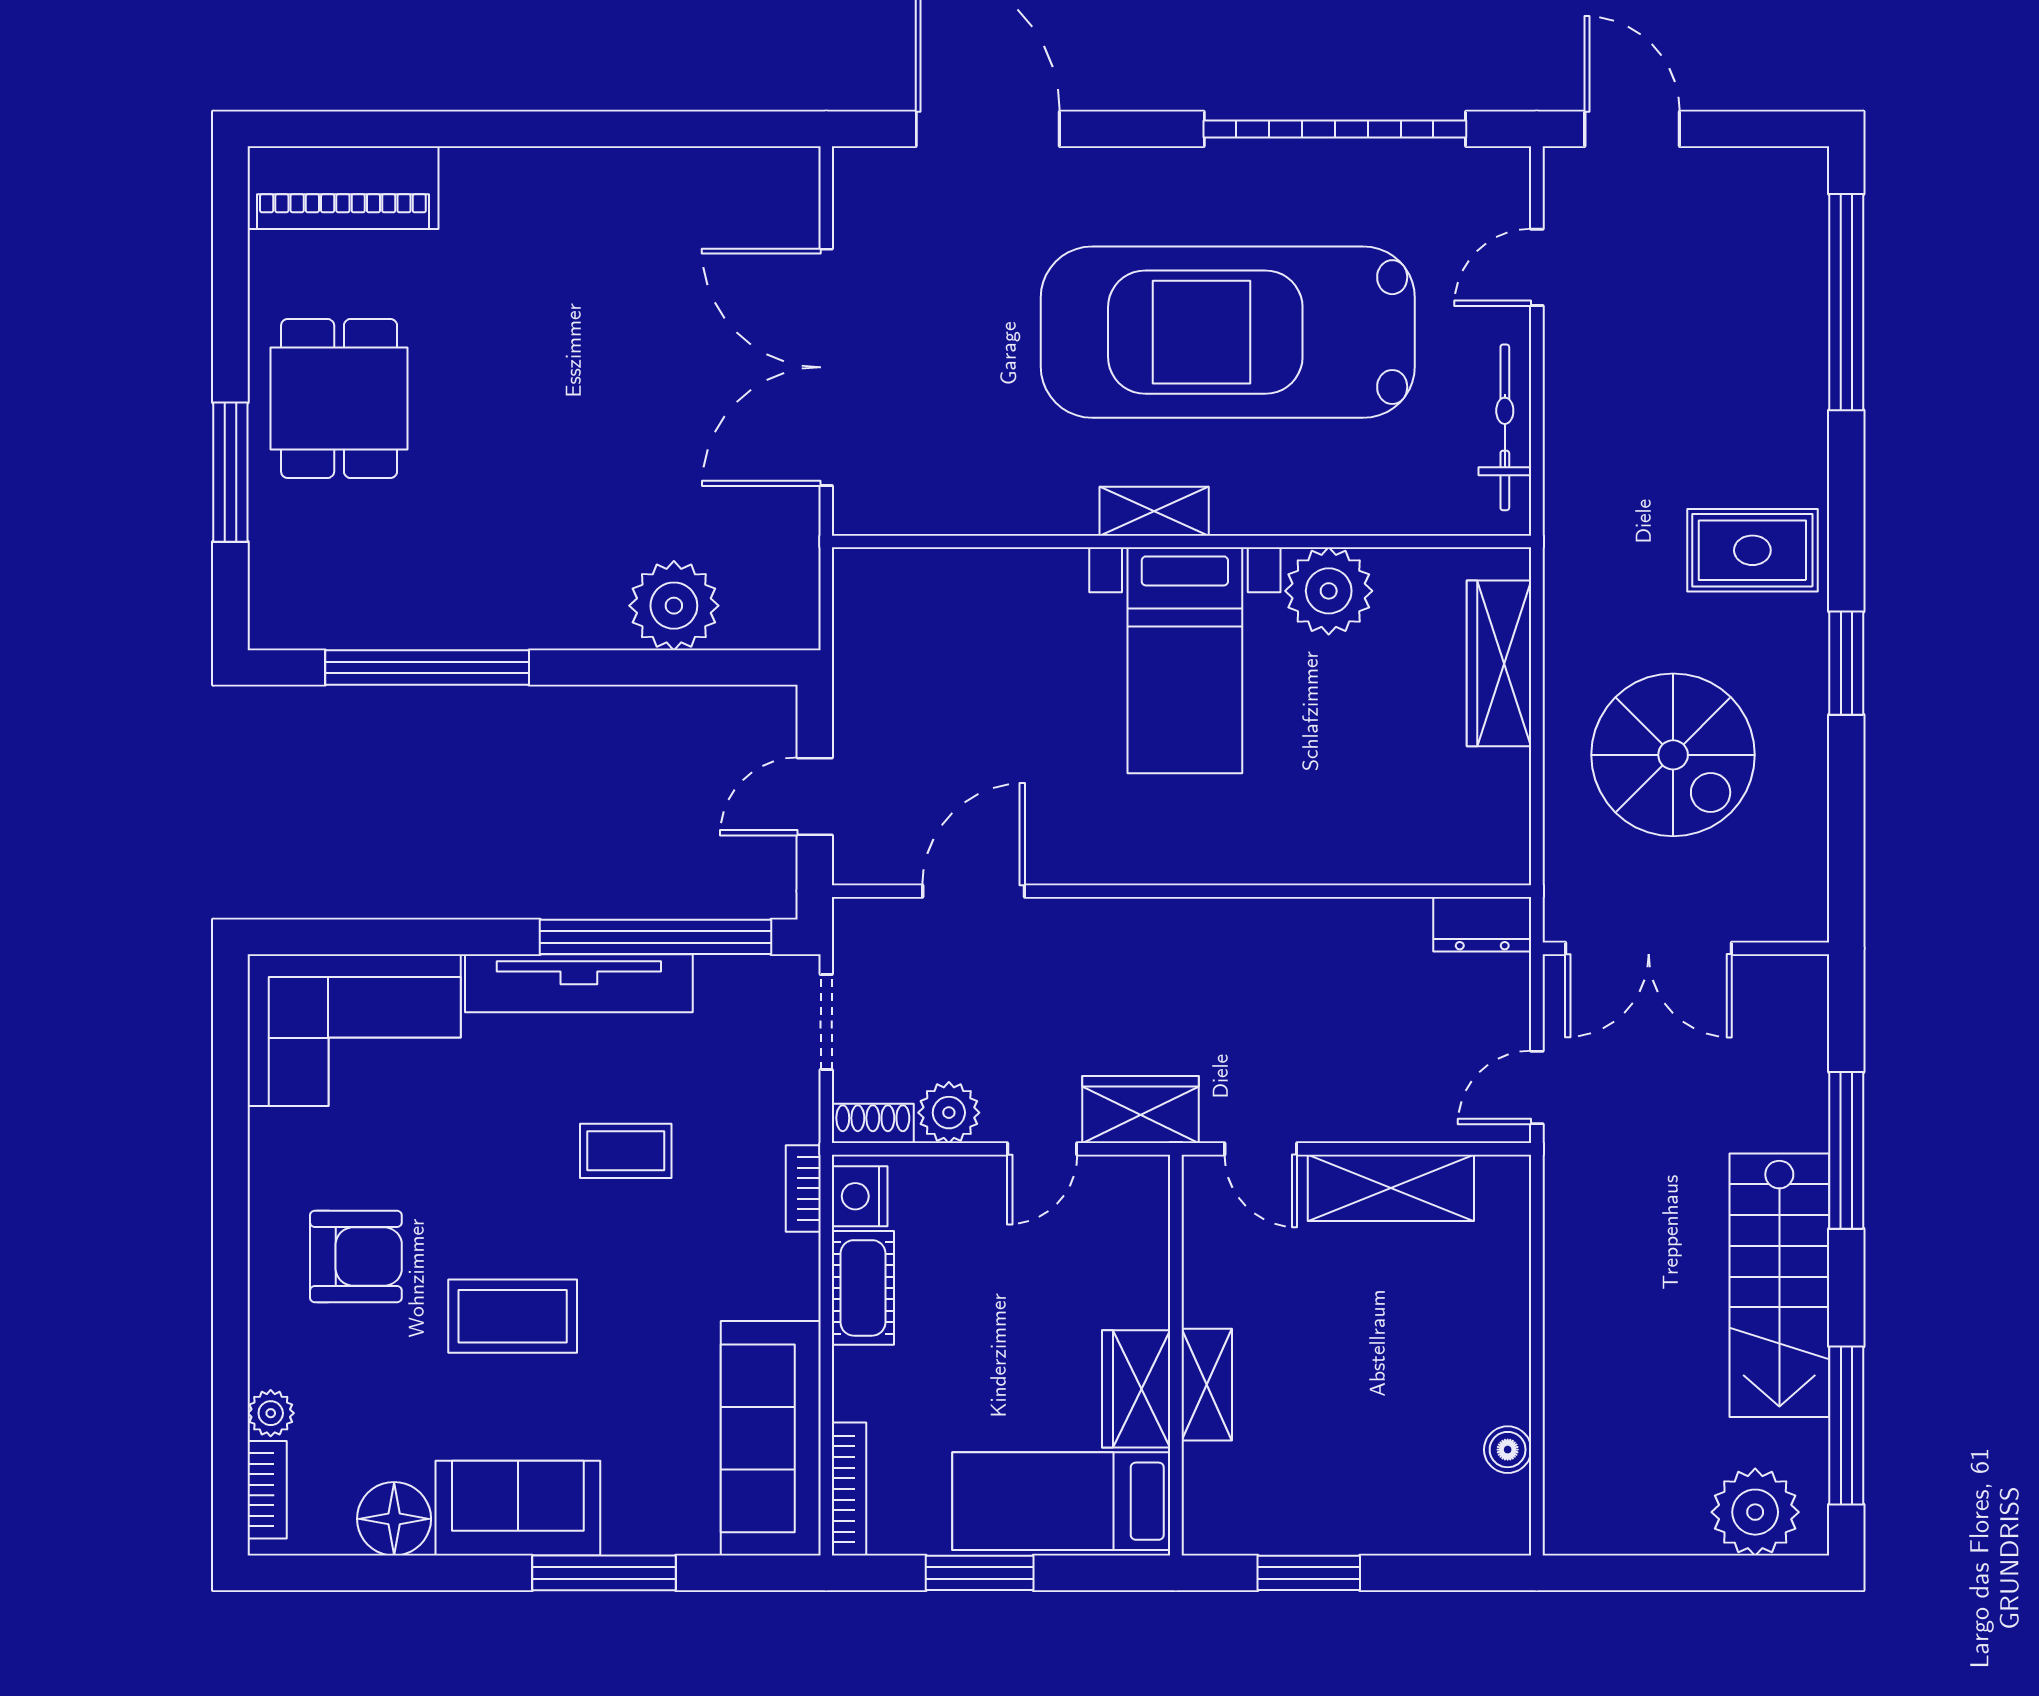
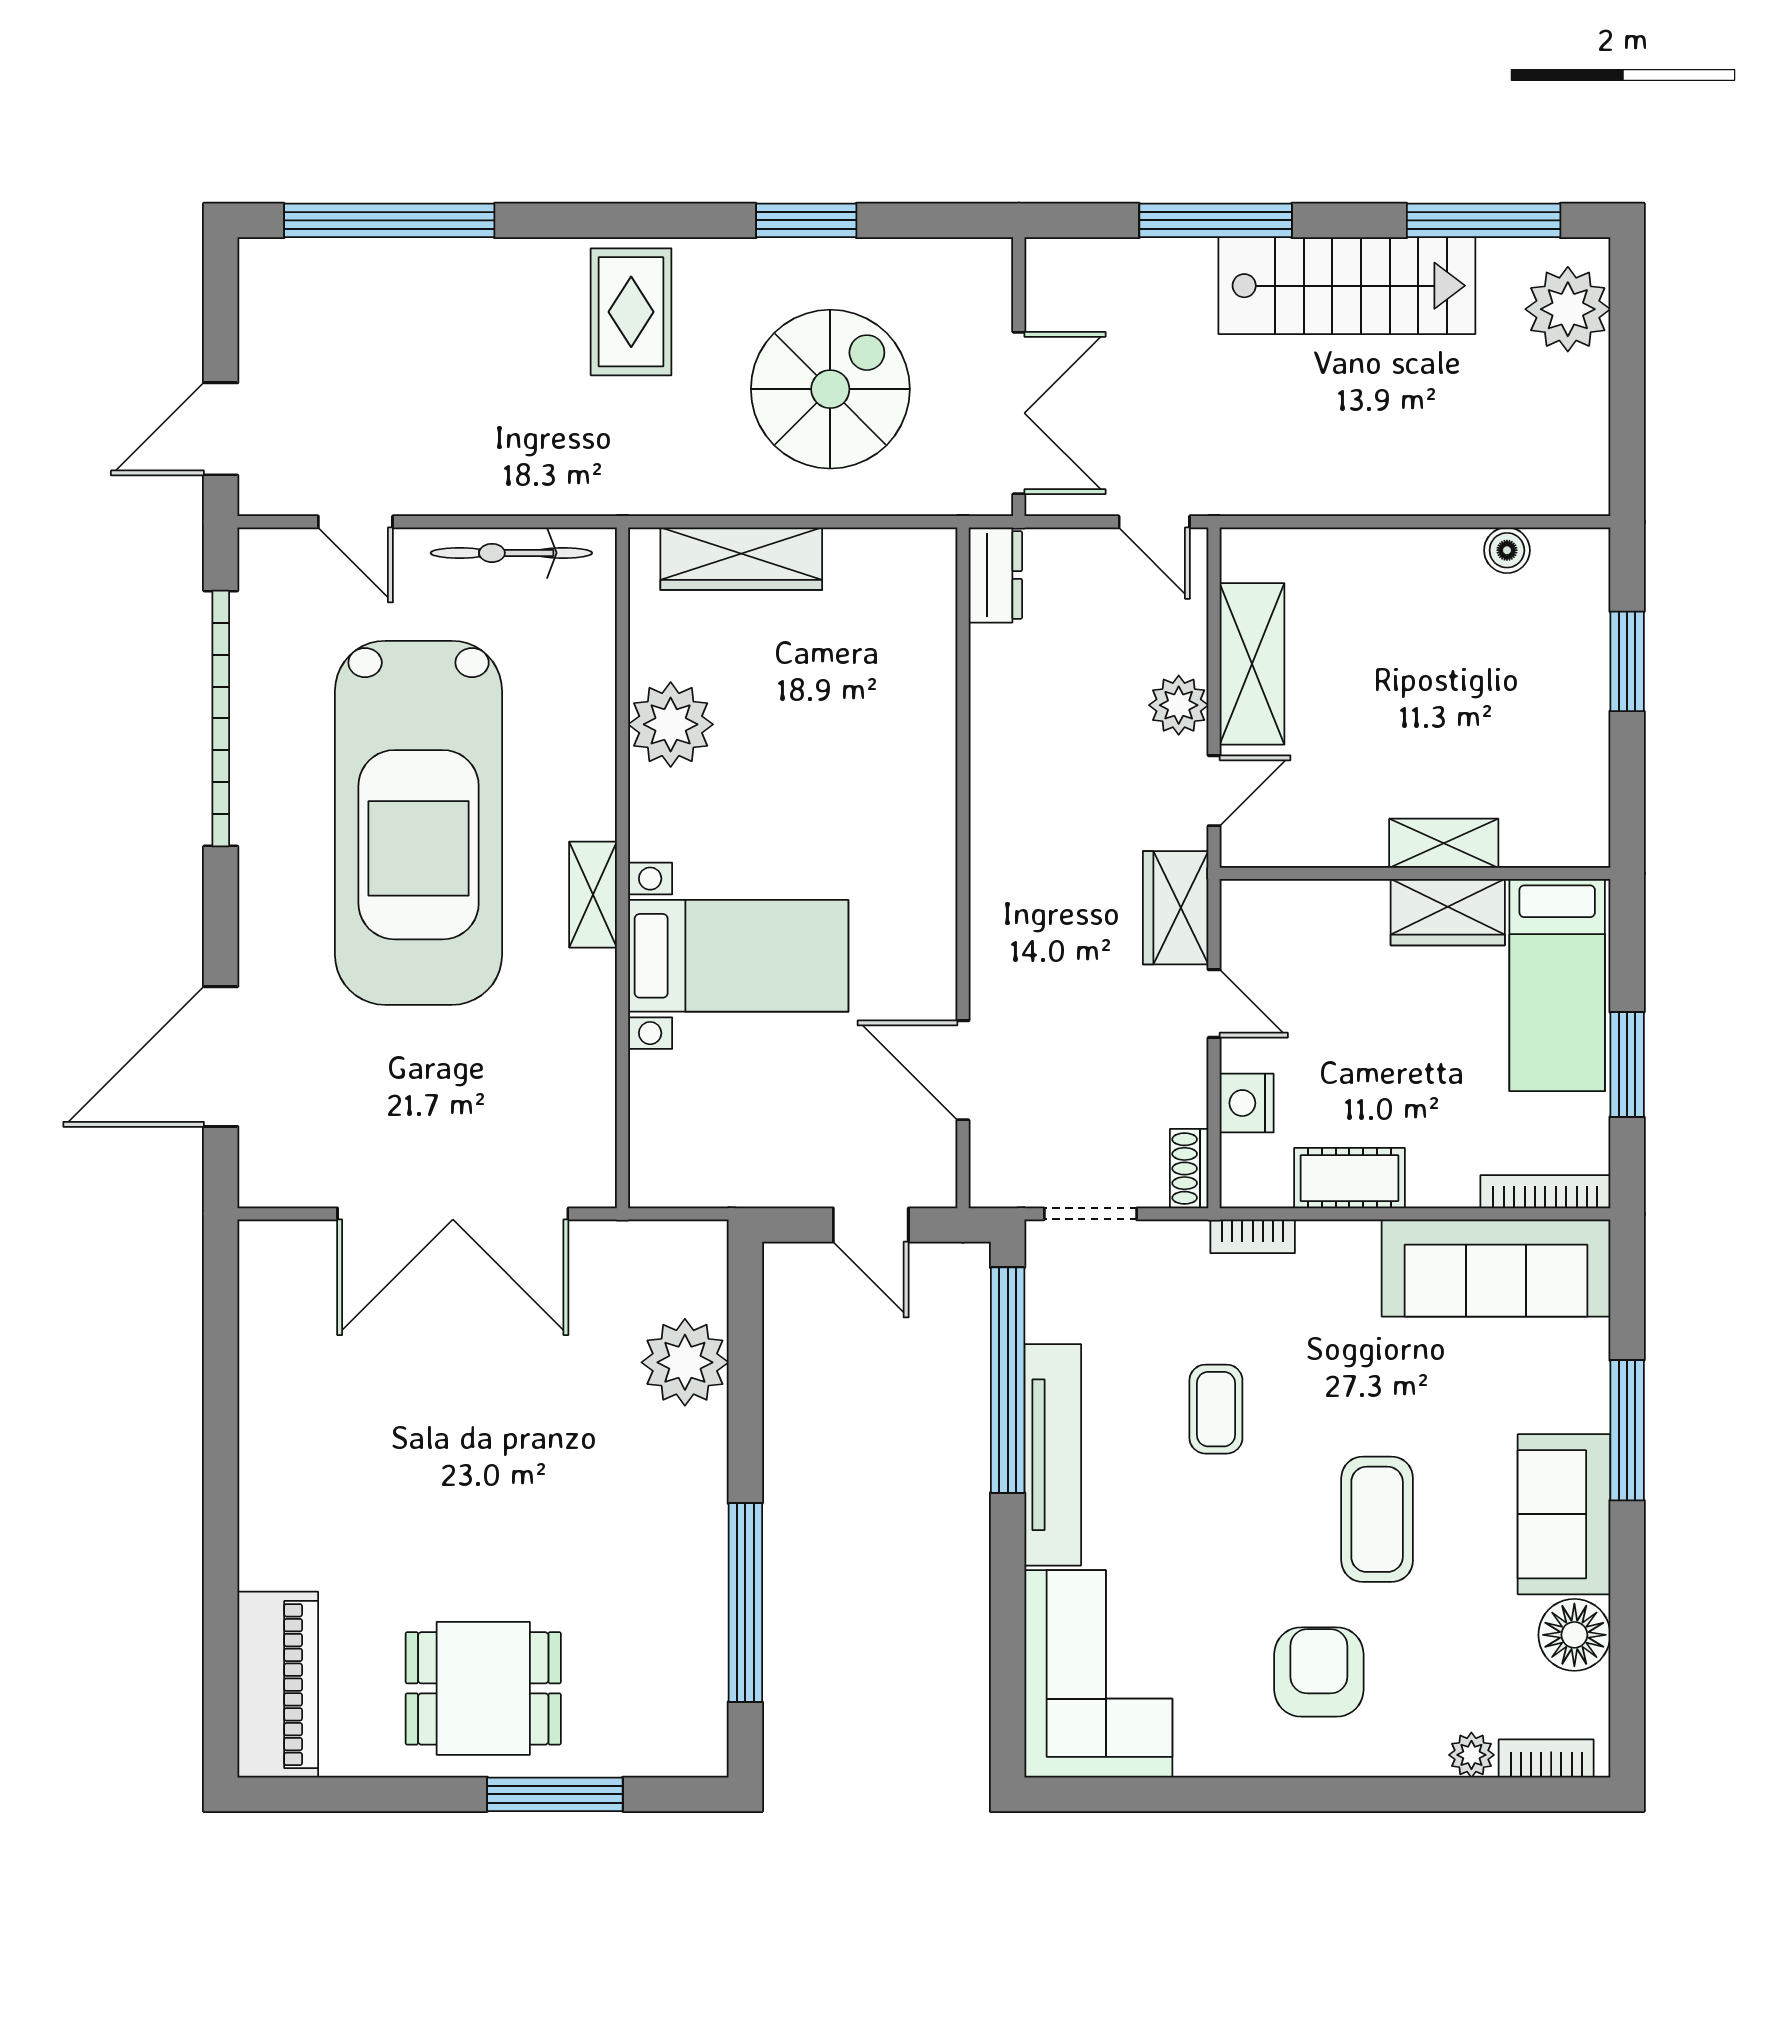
bed with nightstands: (1185, 660) -> (738, 956), moved
window: (1846, 663) -> (806, 220), moved
plant: (949, 1113) -> (1179, 705), moved
nightstand: (860, 1196) -> (1247, 1103), moved, turned 90
window: (1309, 1573) -> (1627, 661), moved

